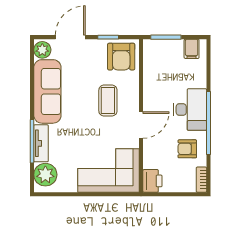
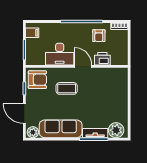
desk: (190, 110) -> (60, 54), moved, turned 180
corner sofa: (108, 171) -> (113, 88), removed
printer: (152, 181) -> (102, 59), moved

